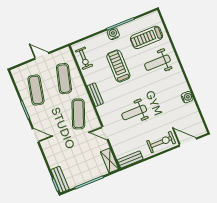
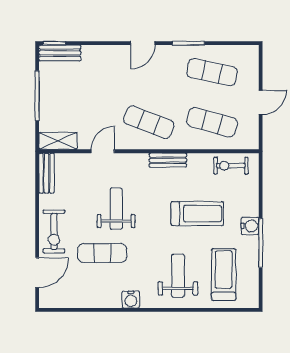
water cooler: (187, 97) -> (131, 300), moved
exercise mat: (162, 110) -> (102, 253), added

